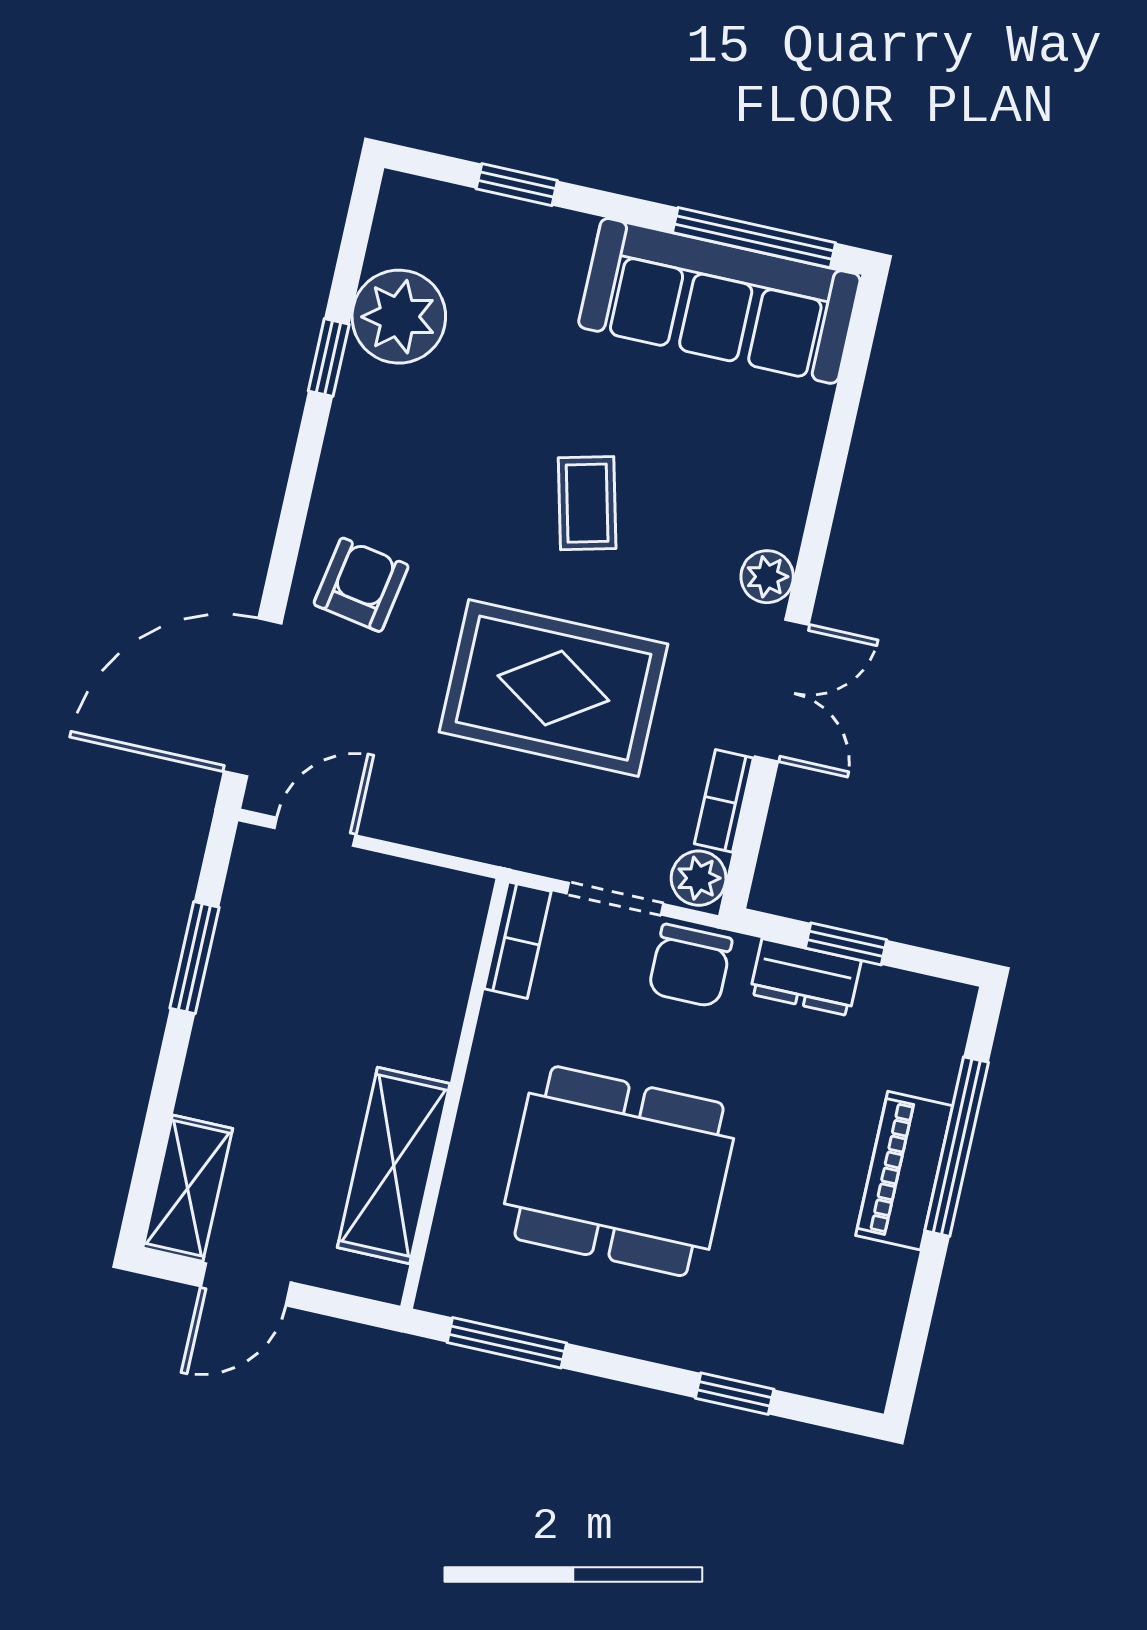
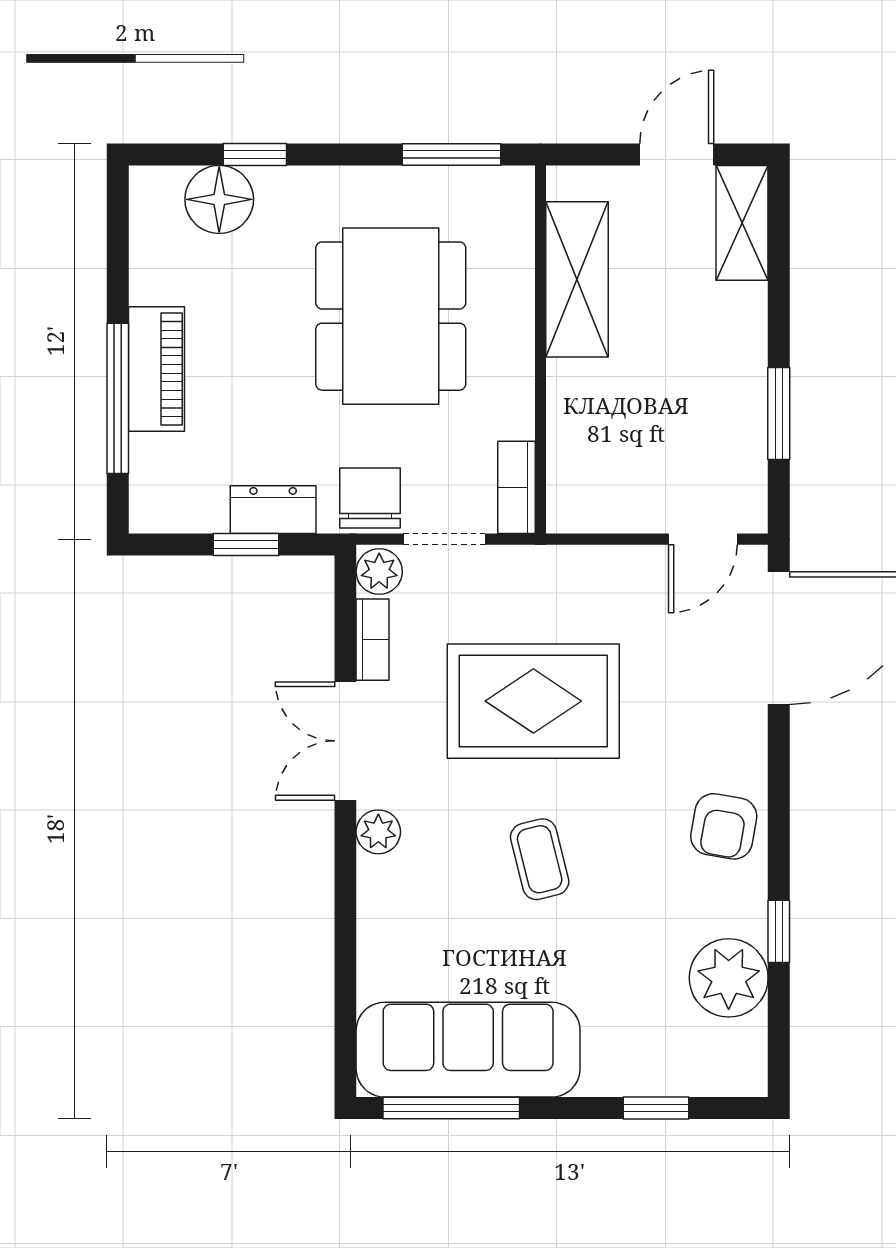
armchair: (361, 585) -> (724, 826), moved
dining table: (619, 1171) -> (391, 316), turned 90
floor lamp: (788, 1351) -> (219, 199), added

